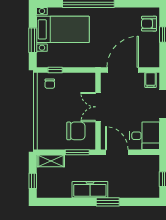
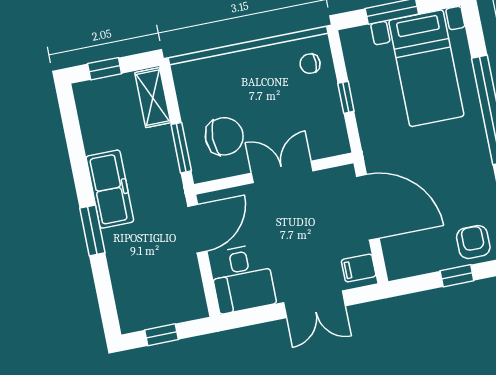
window: (55, 70) -> (346, 97), moved
chair: (76, 131) -> (224, 136), turned -90

